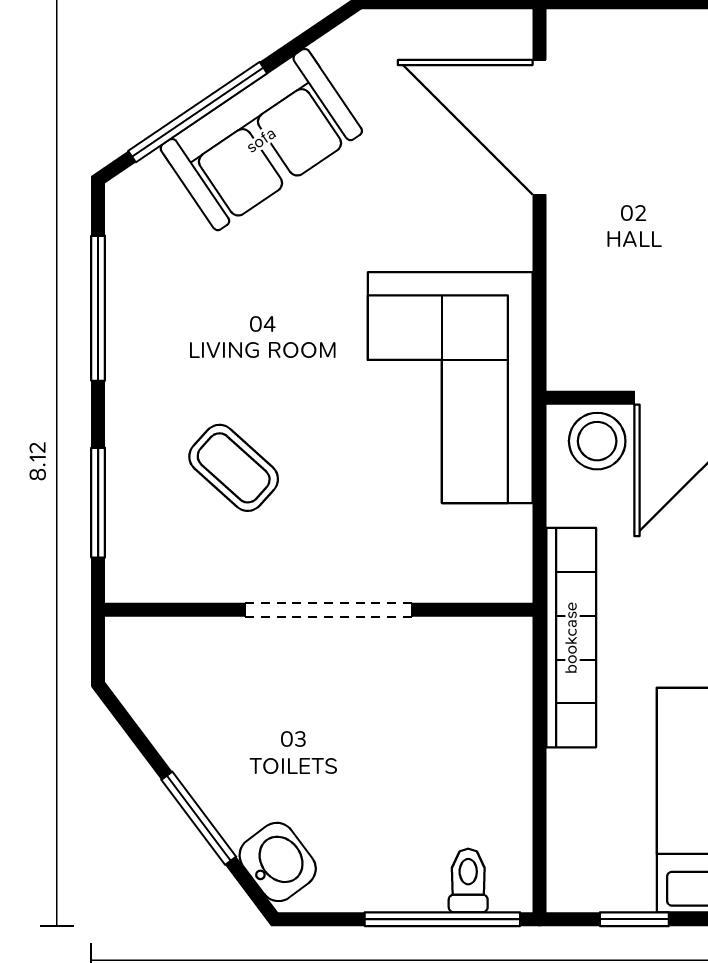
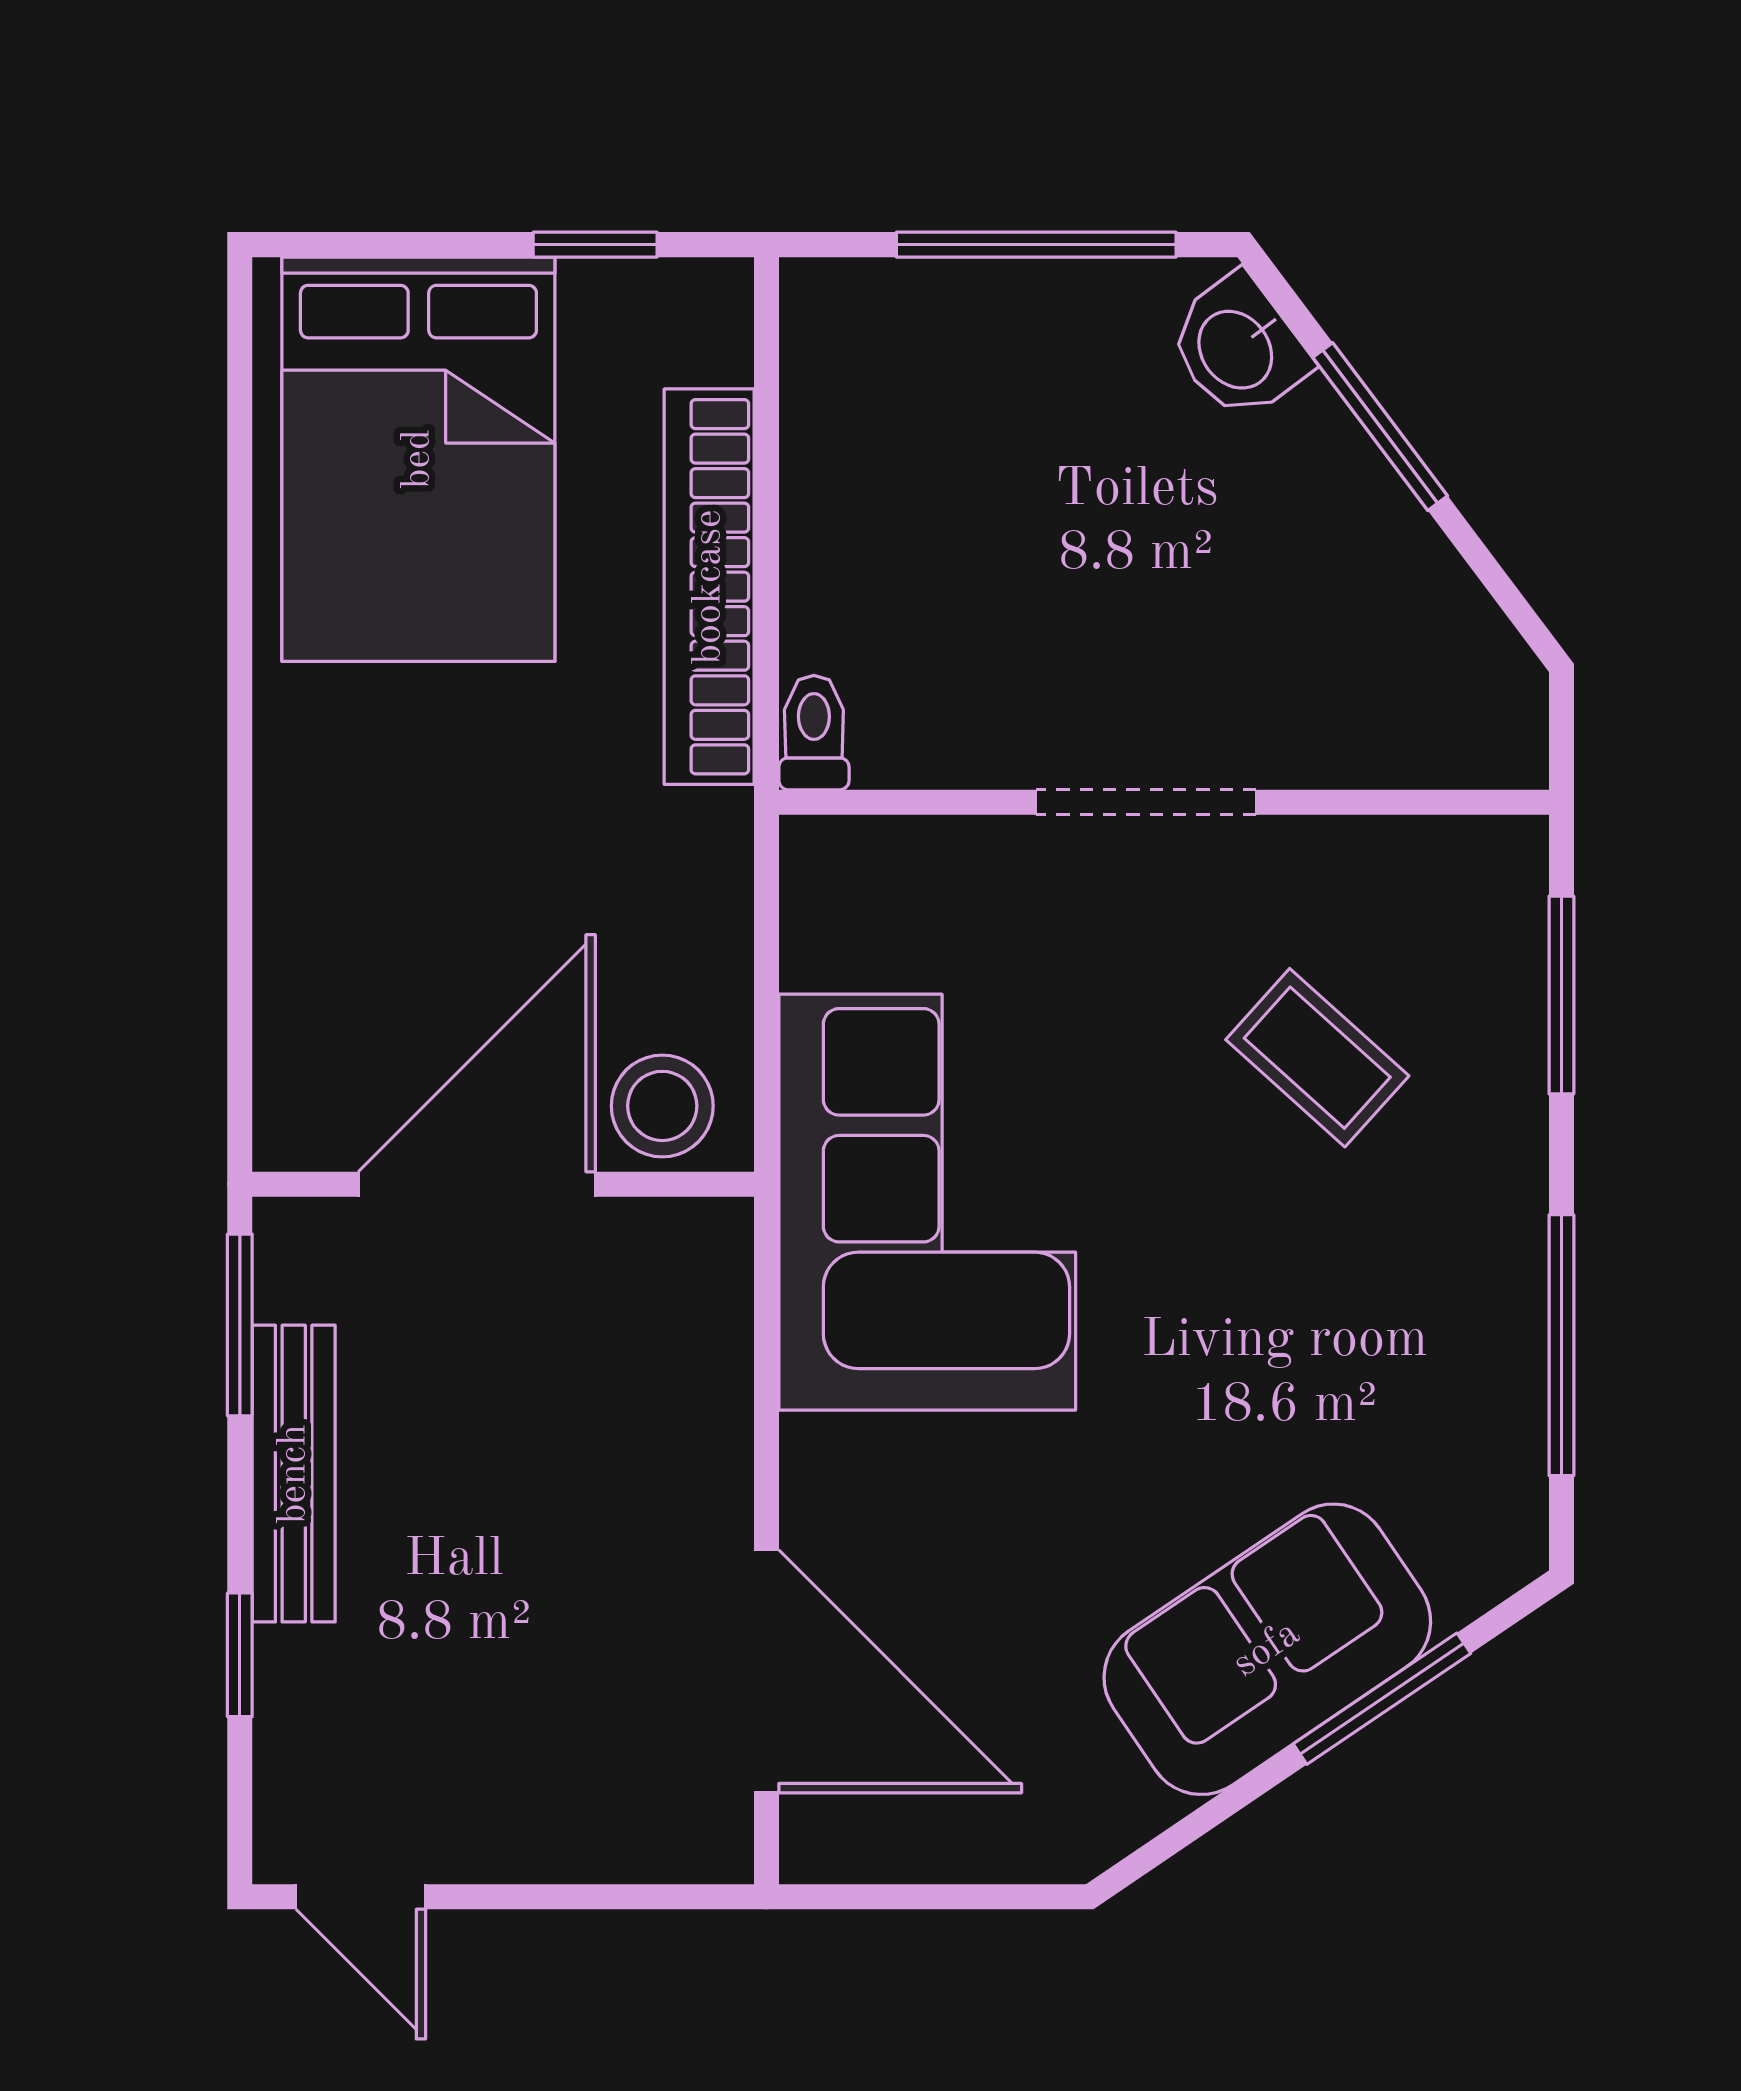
window: (198, 112) -> (1382, 1699), width x0.69
doorway: (329, 610) -> (1146, 802), width x0.73
bookcase: (571, 638) -> (709, 587), moved
toilet: (468, 881) -> (814, 733), moved, turned 180
window: (442, 919) -> (1036, 245), moved

